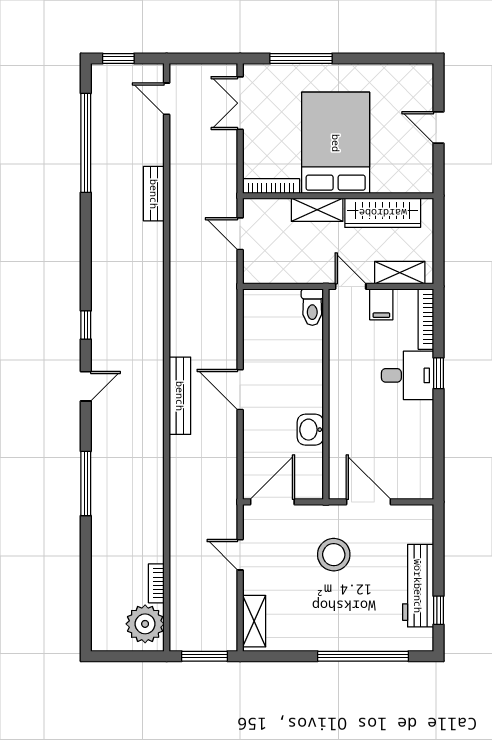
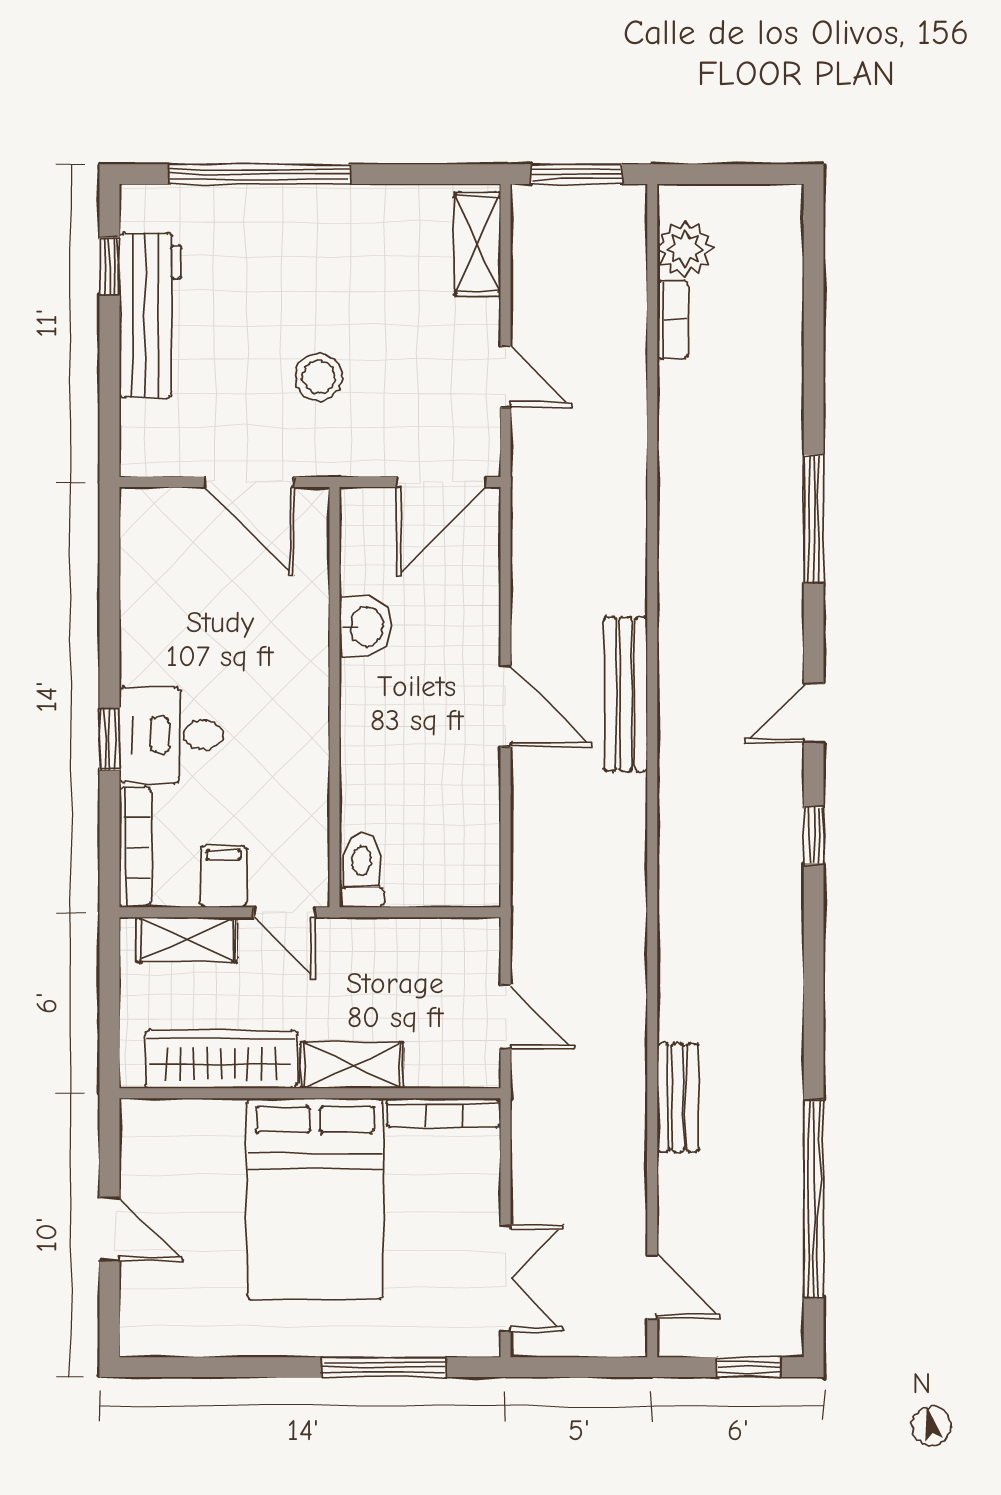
stool: (334, 555) -> (319, 377), width x0.73, depth x0.73
plant: (145, 624) -> (685, 249), width x0.73, depth x0.73

